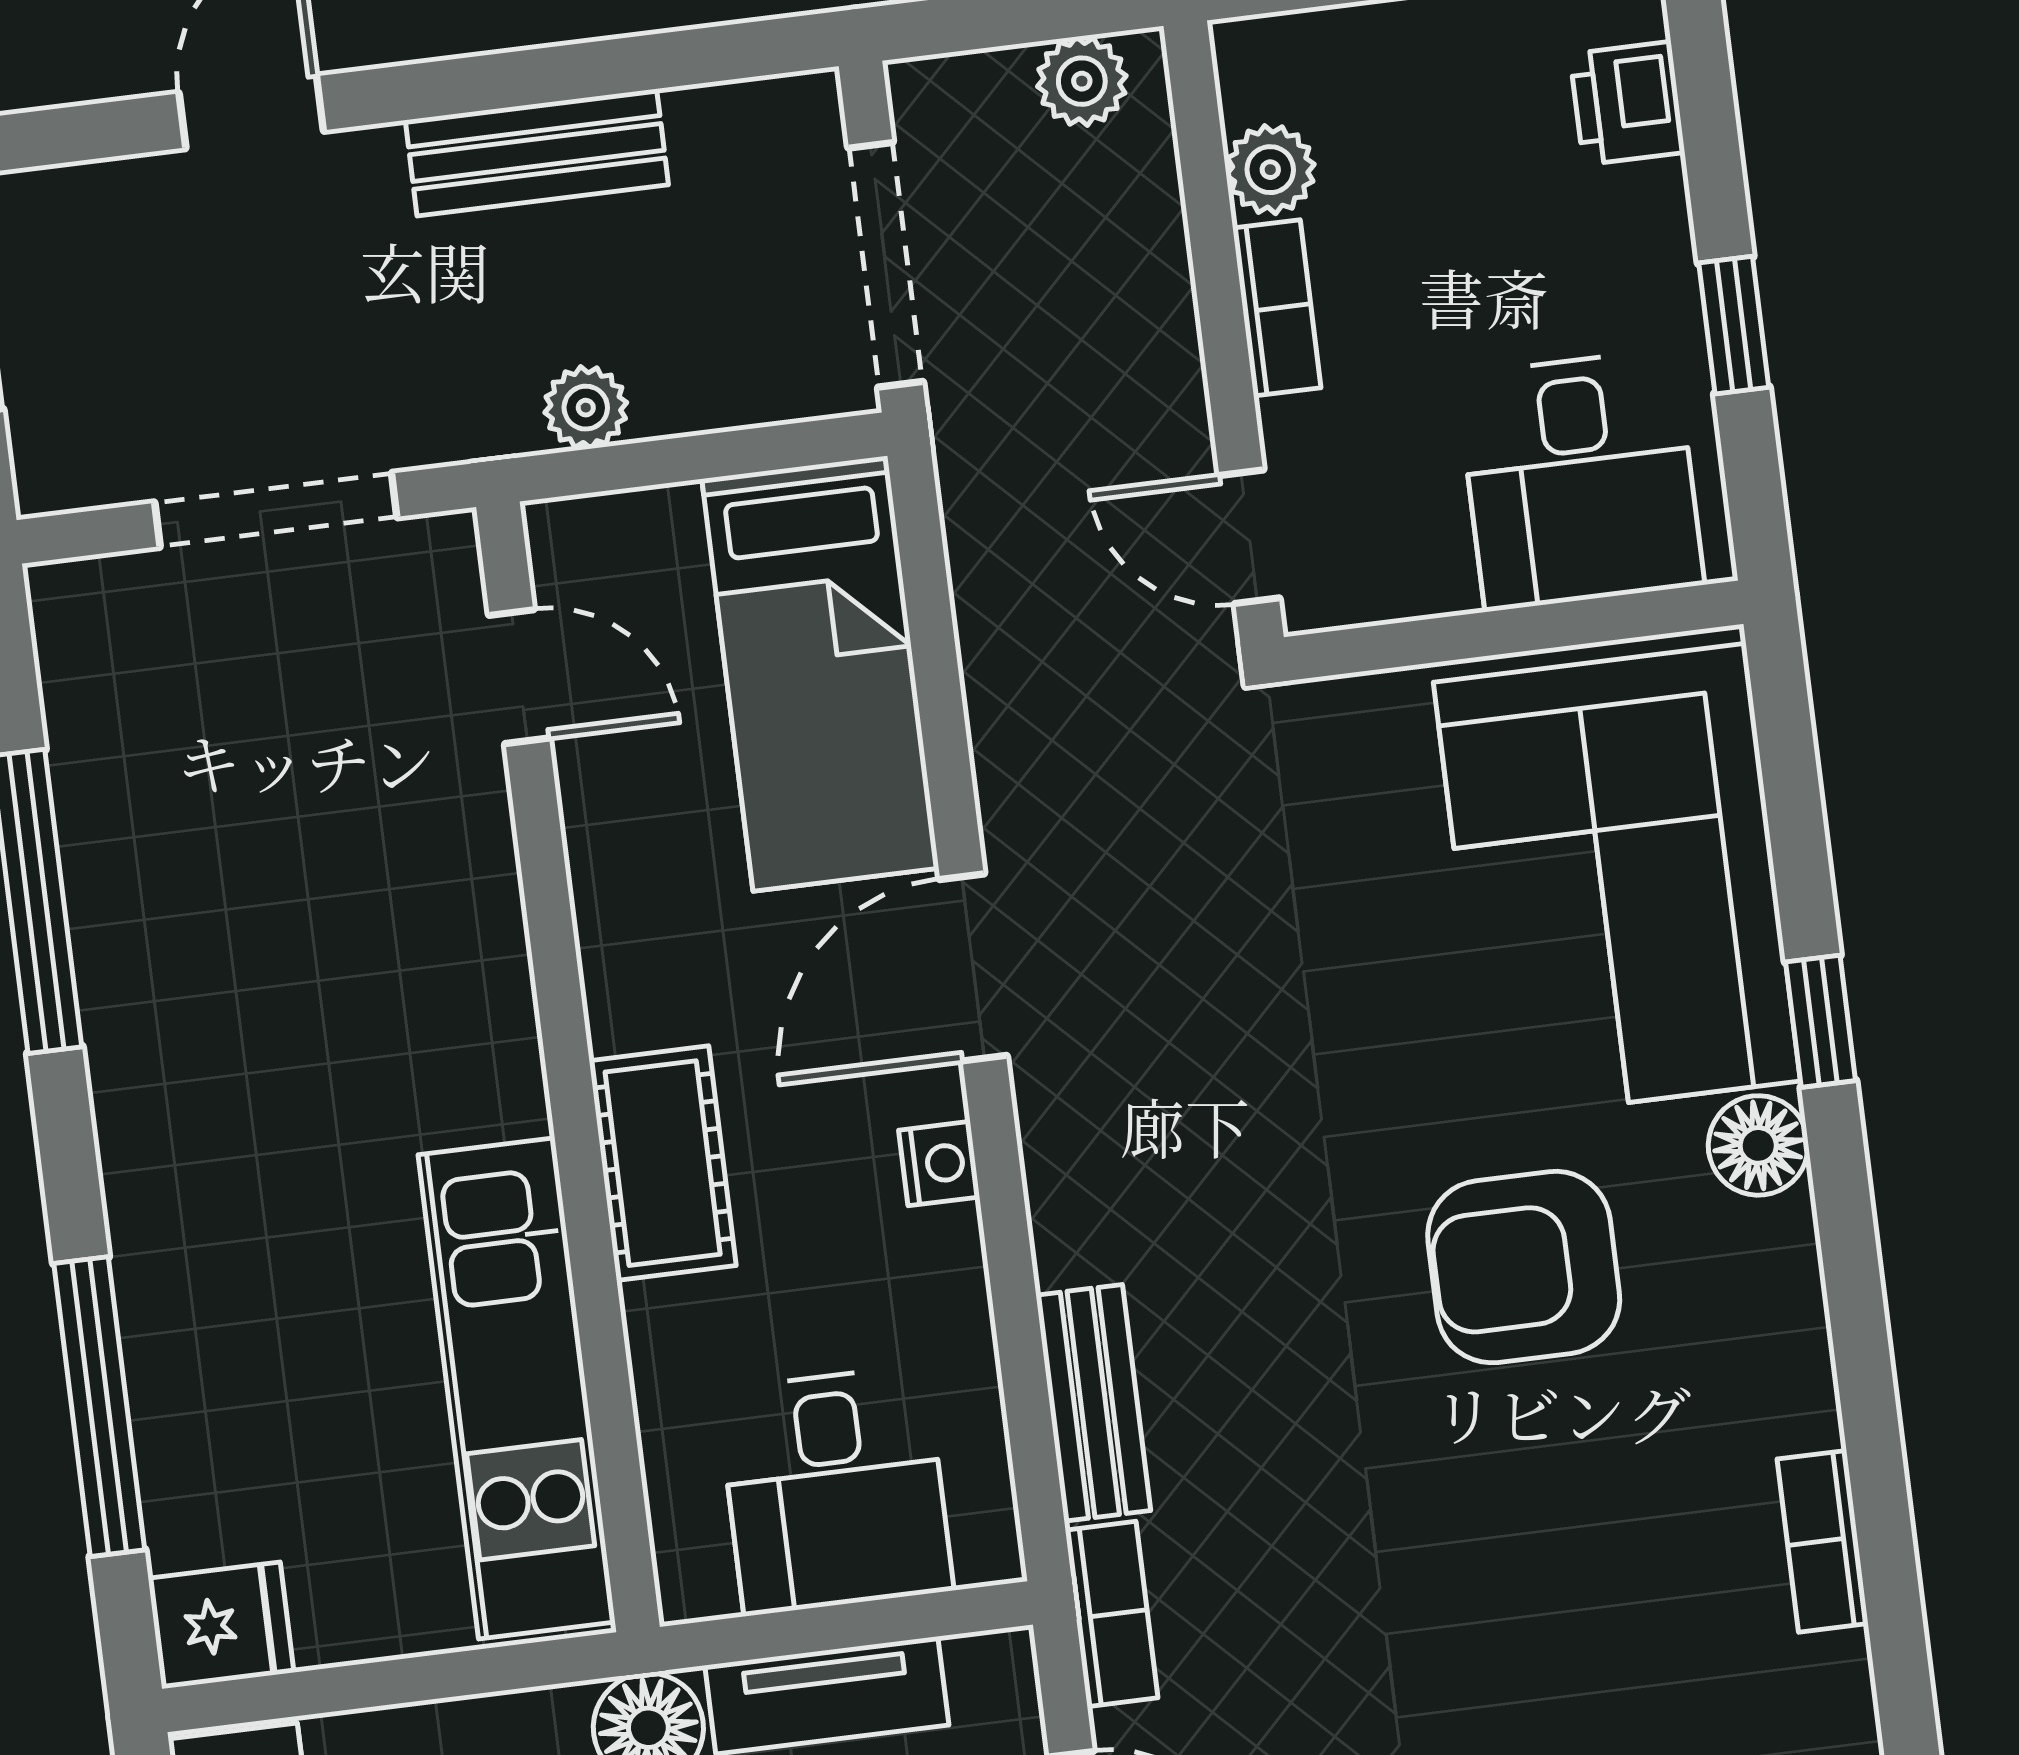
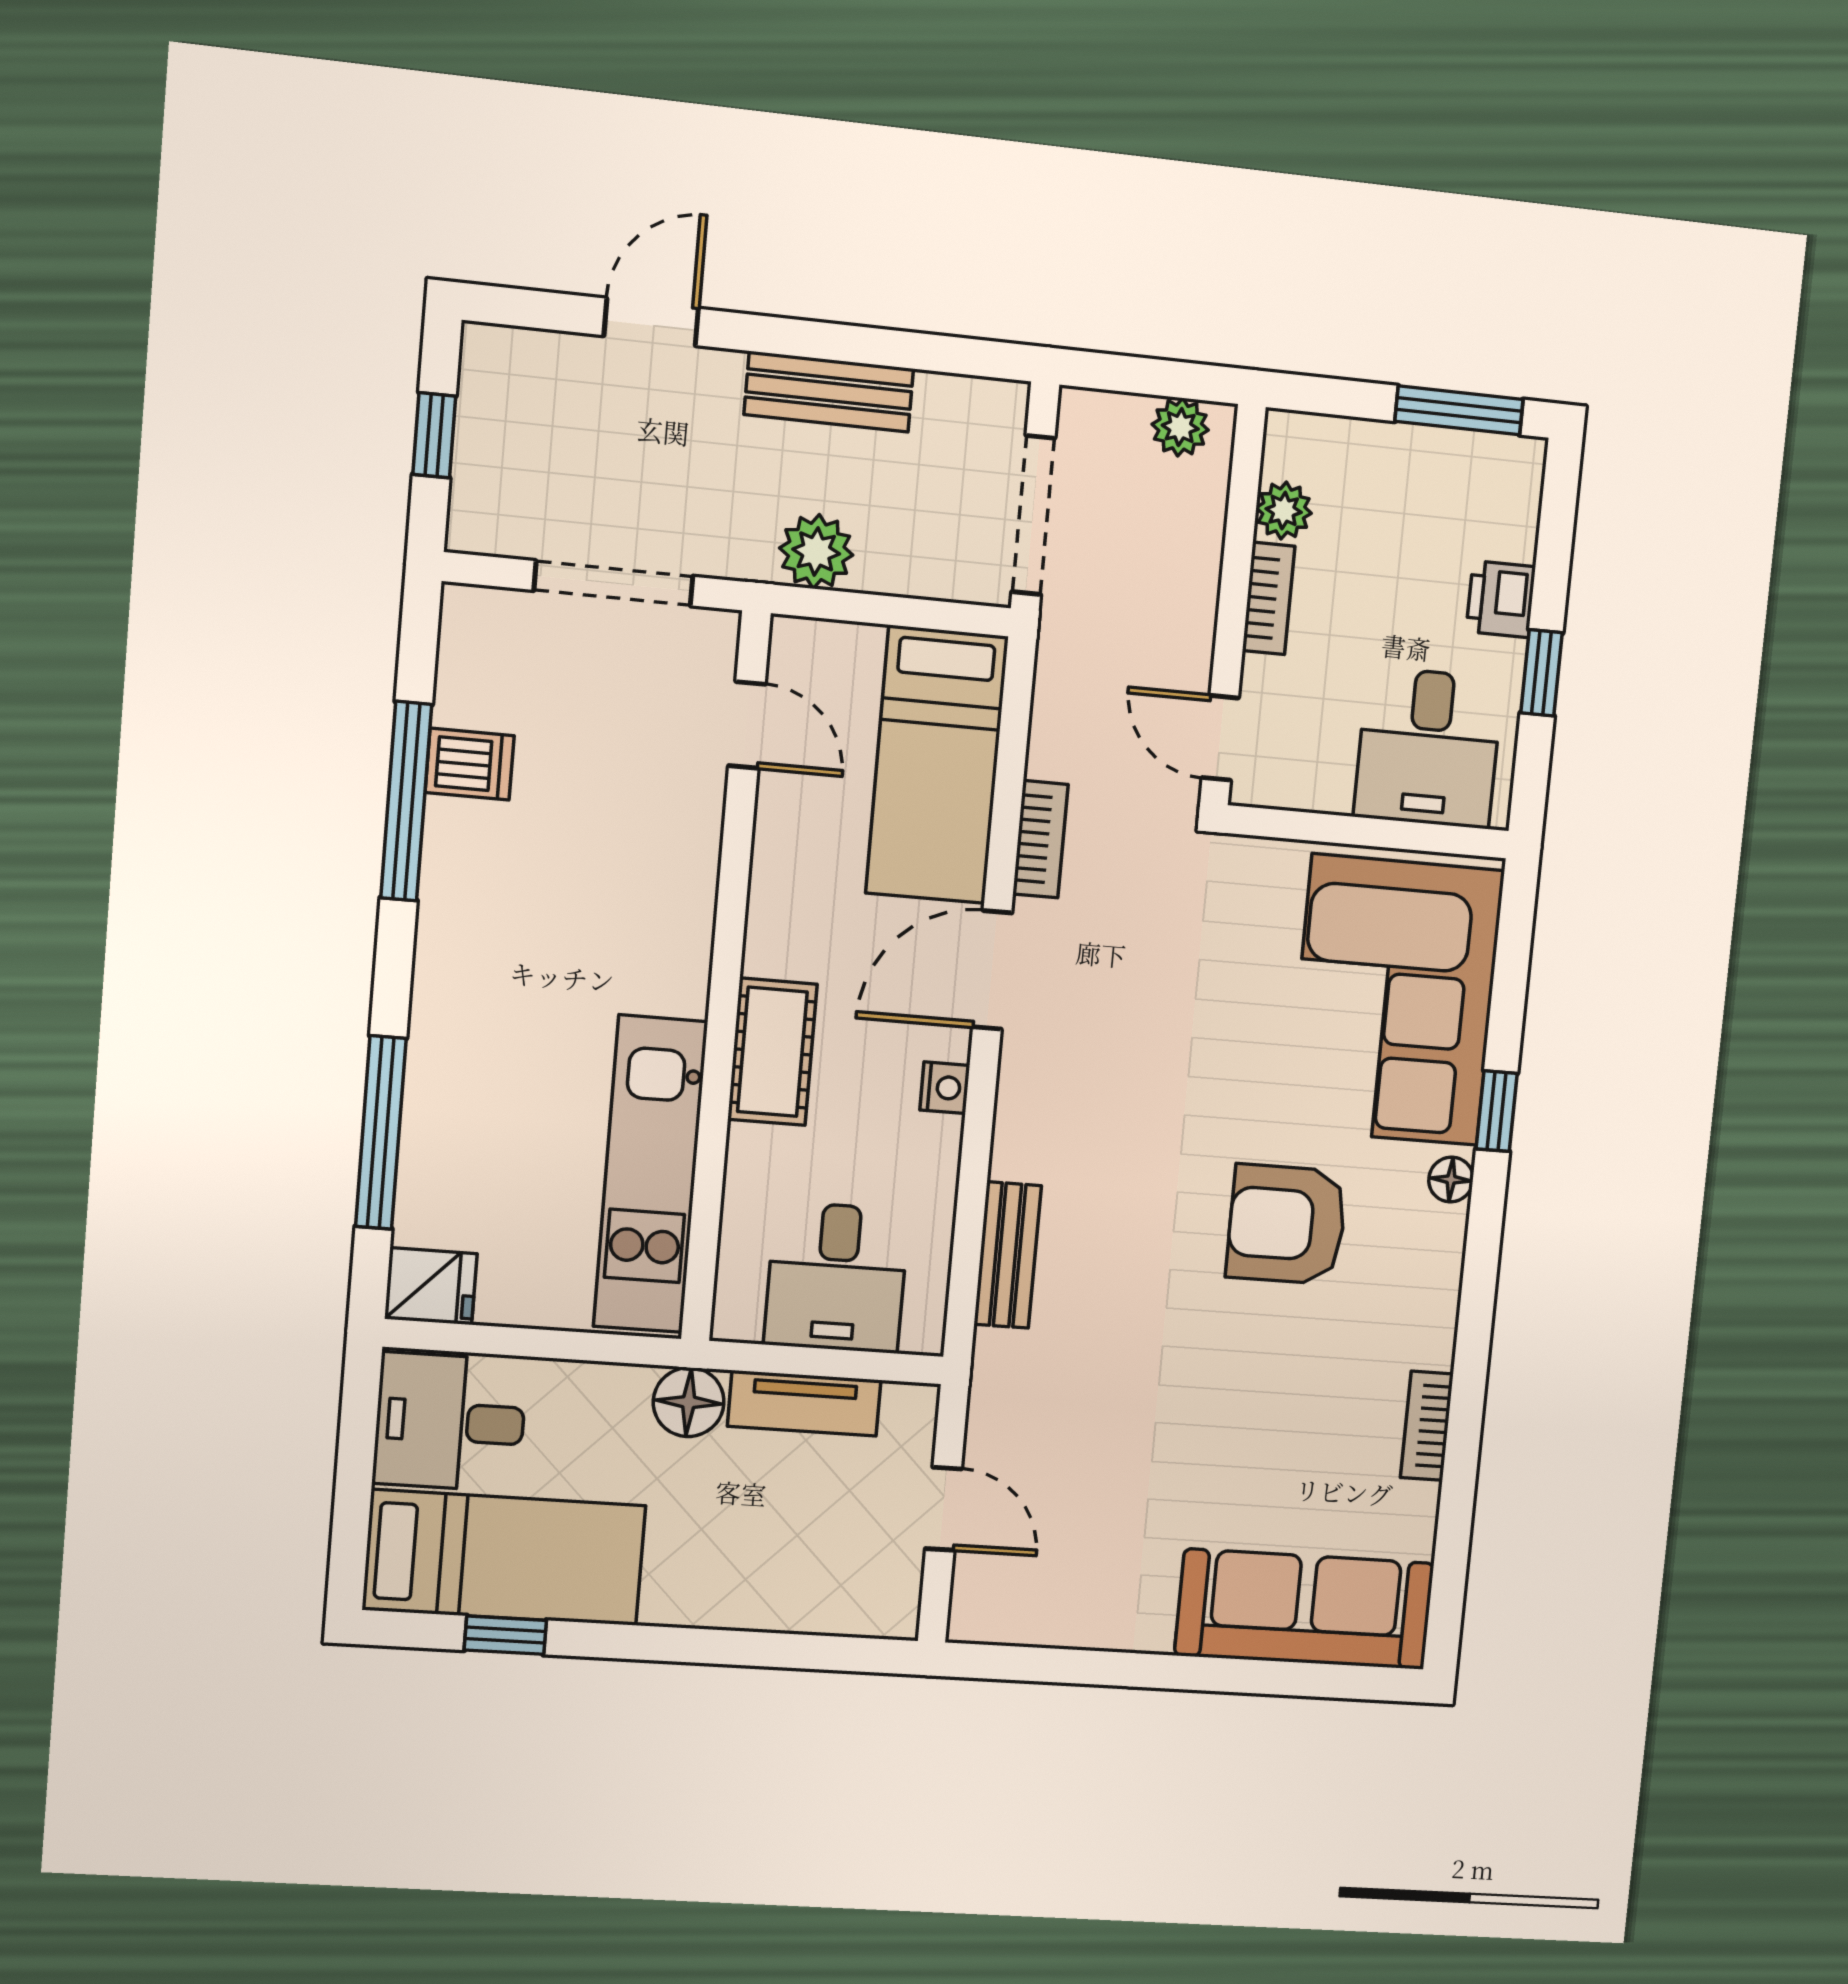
printer: (1627, 103) -> (1501, 599), moved
plant: (586, 408) -> (816, 552), width x1.38, depth x1.38
dishwasher: (118, 826) -> (470, 764), added
floor lamp: (1758, 1145) -> (1451, 1180), width x0.73, depth x0.73
bookcase: (1112, 1614) -> (1041, 839), moved

